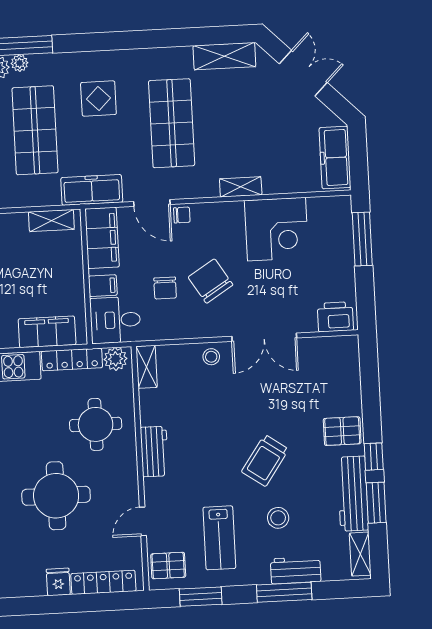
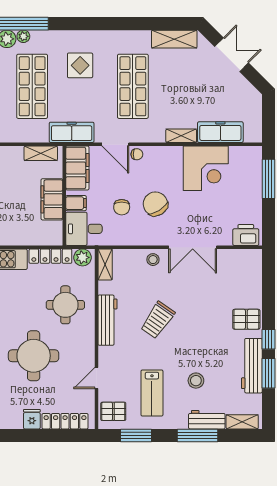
freezer: (335, 158) -> (220, 132), moved, turned 90
filing cabinet: (47, 332) -> (52, 199), moved, turned -90
workbench: (154, 452) -> (107, 320), width x1.38
trolley: (265, 460) -> (158, 320), moved
shelving: (360, 554) -> (242, 422), moved, turned 90

